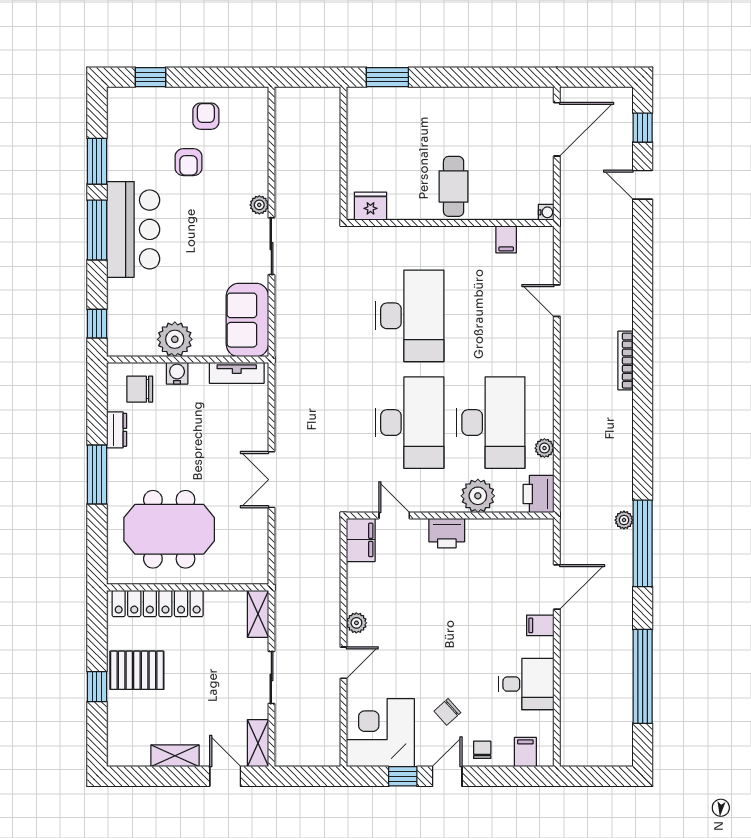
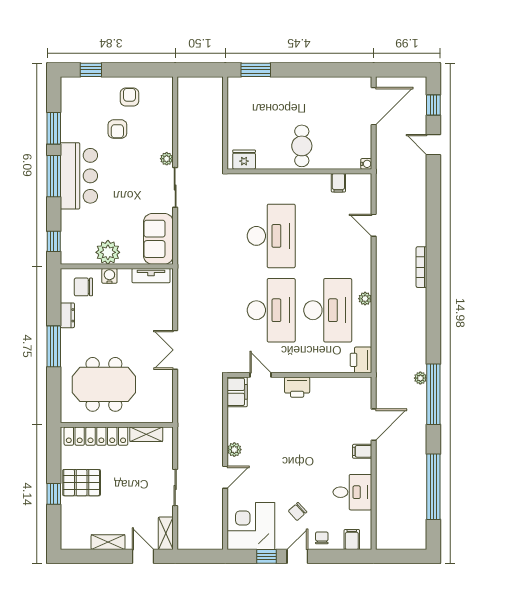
plant: (544, 448) -> (365, 299), moved
plant: (478, 496) -> (319, 361), removed
shelving: (258, 614) -> (146, 434), moved, turned 90

